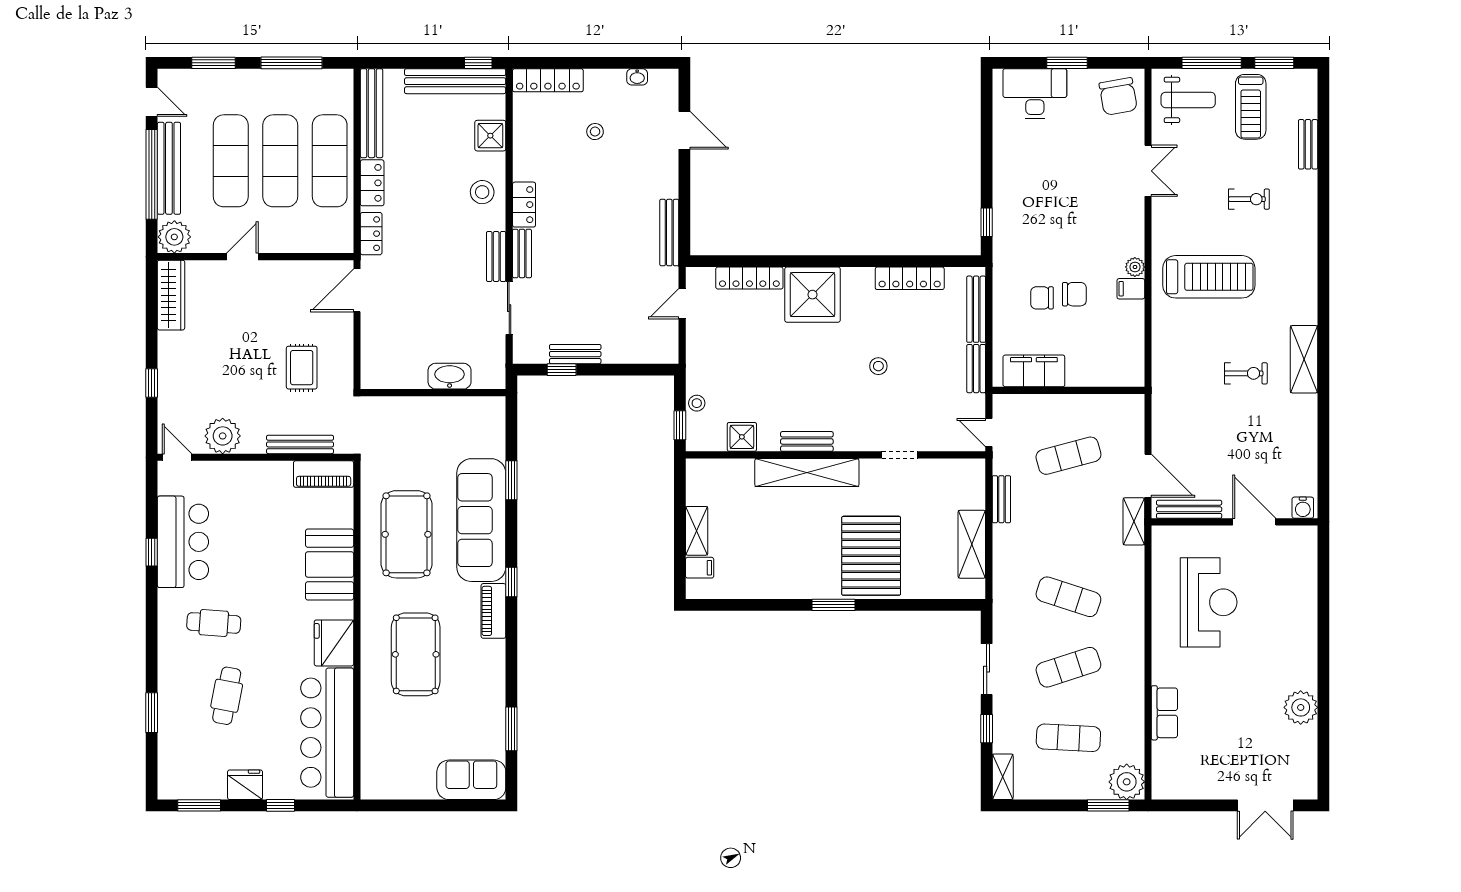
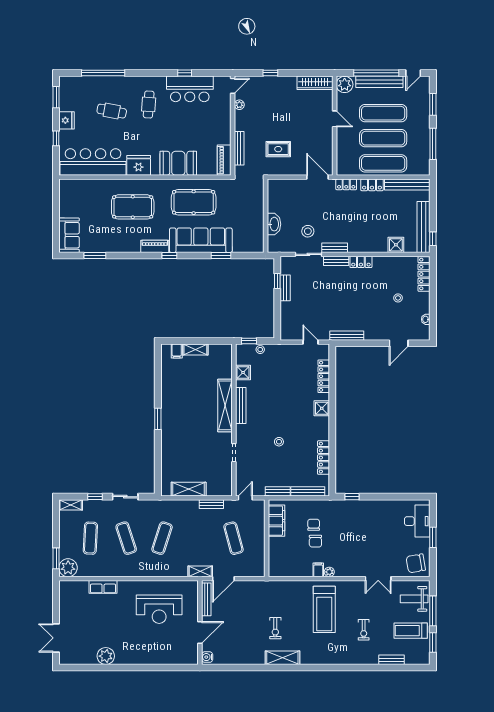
weight bench: (1188, 100) -> (414, 599), turned 90
stool: (482, 192) -> (308, 231), moved
shower: (812, 295) -> (322, 408), width x0.54, depth x0.54
plant: (223, 436) -> (239, 105), width x0.53, depth x0.53
bench: (807, 441) -> (241, 405), width x1.36
pallet: (871, 556) -> (183, 438), removed
window: (152, 713) -> (103, 73), width x2.11

